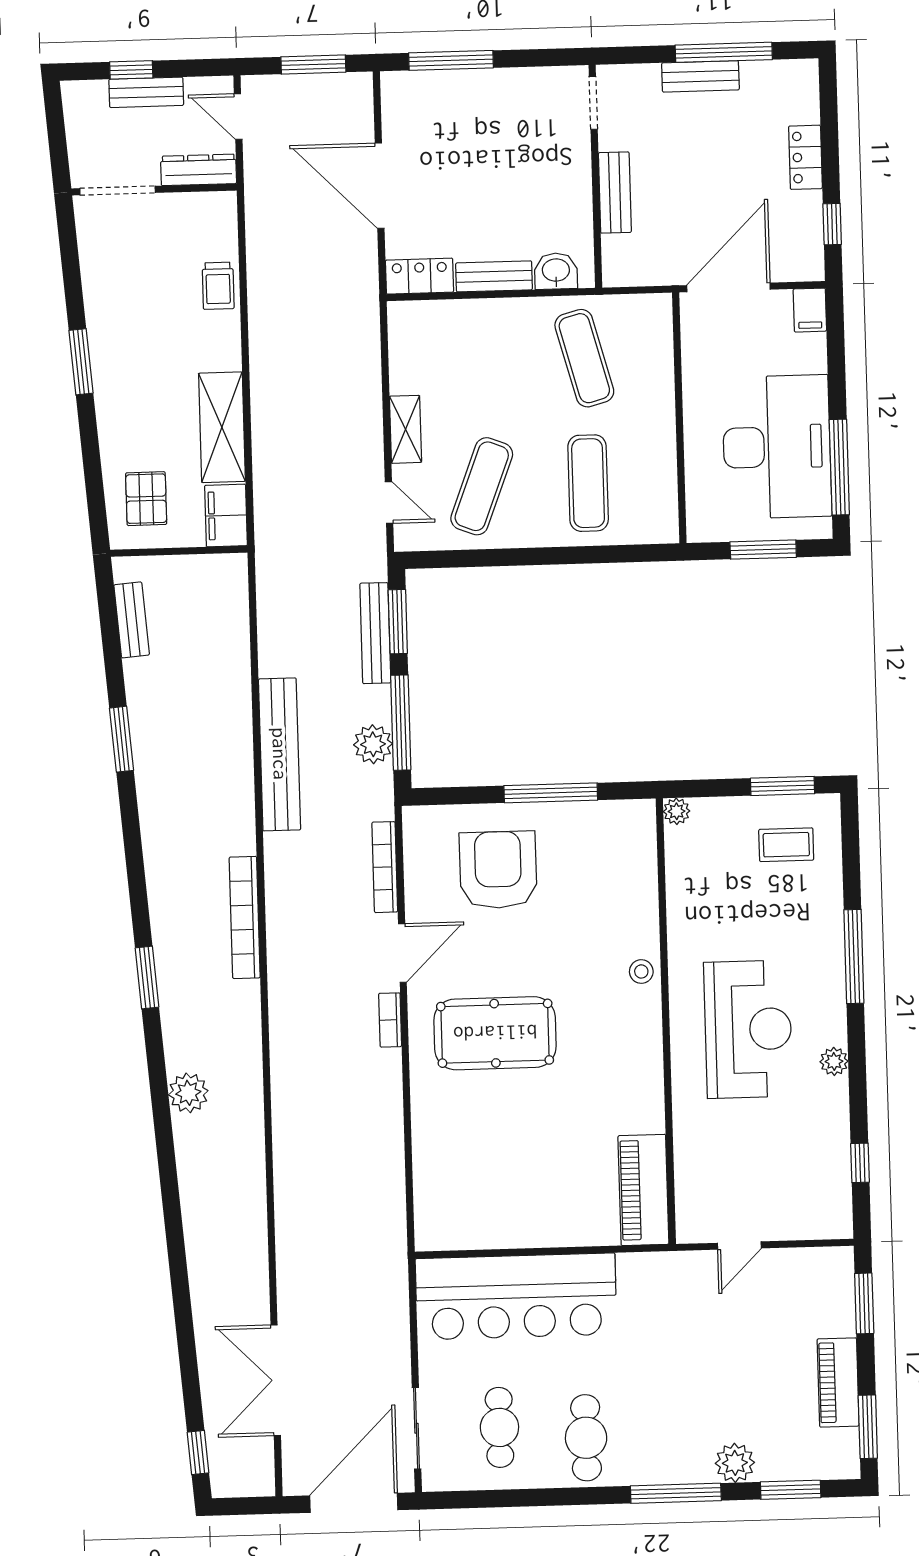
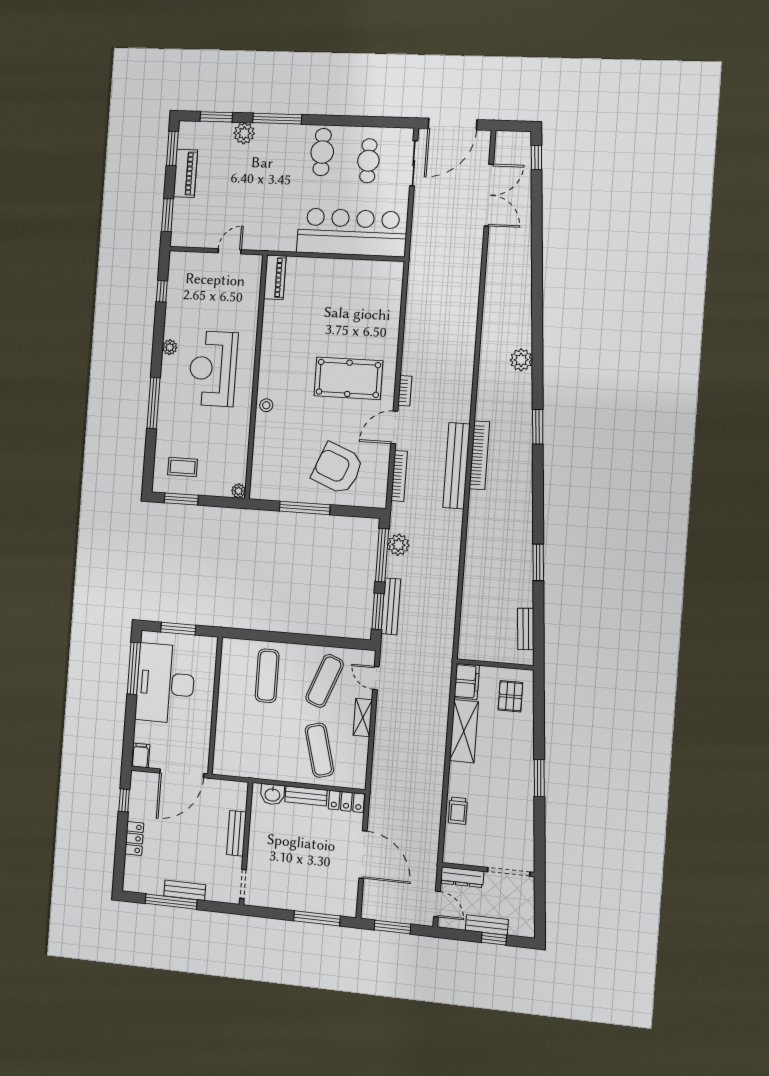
trolley: (218, 286) -> (458, 811), turned 180
exercise mat: (584, 358) -> (319, 750), moved
bench: (280, 754) -> (456, 466), moved
armchair: (498, 870) -> (337, 468), turned 112
piano: (643, 1190) -> (275, 277), width x0.73, depth x0.75

